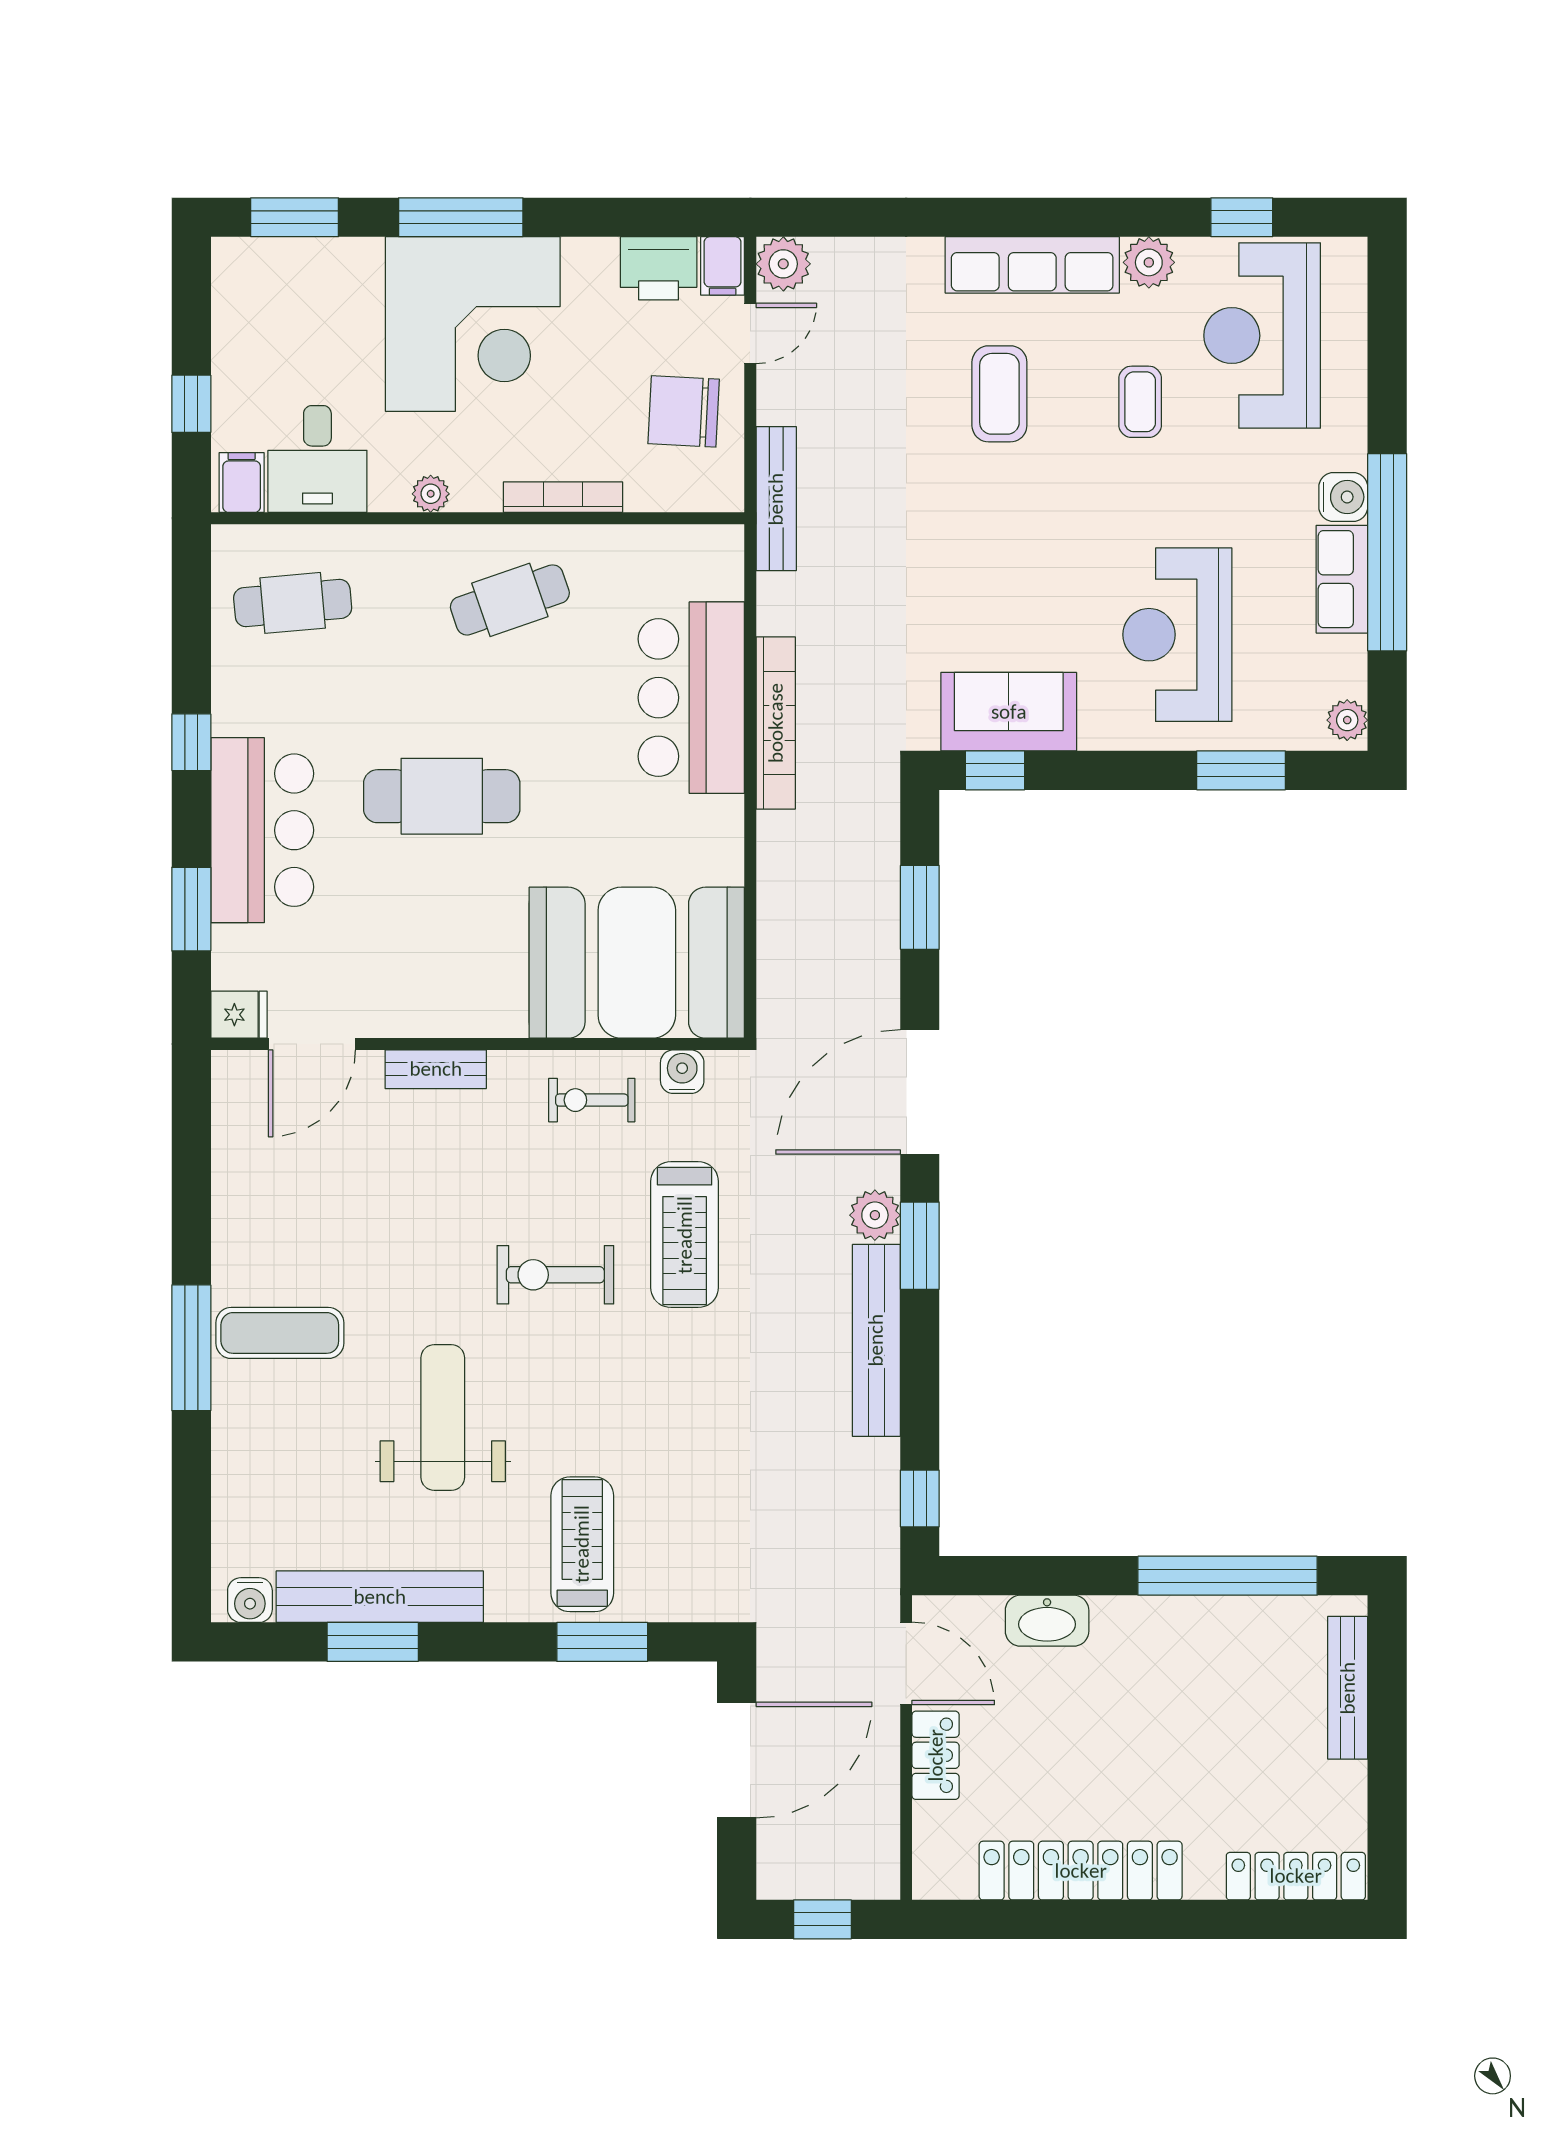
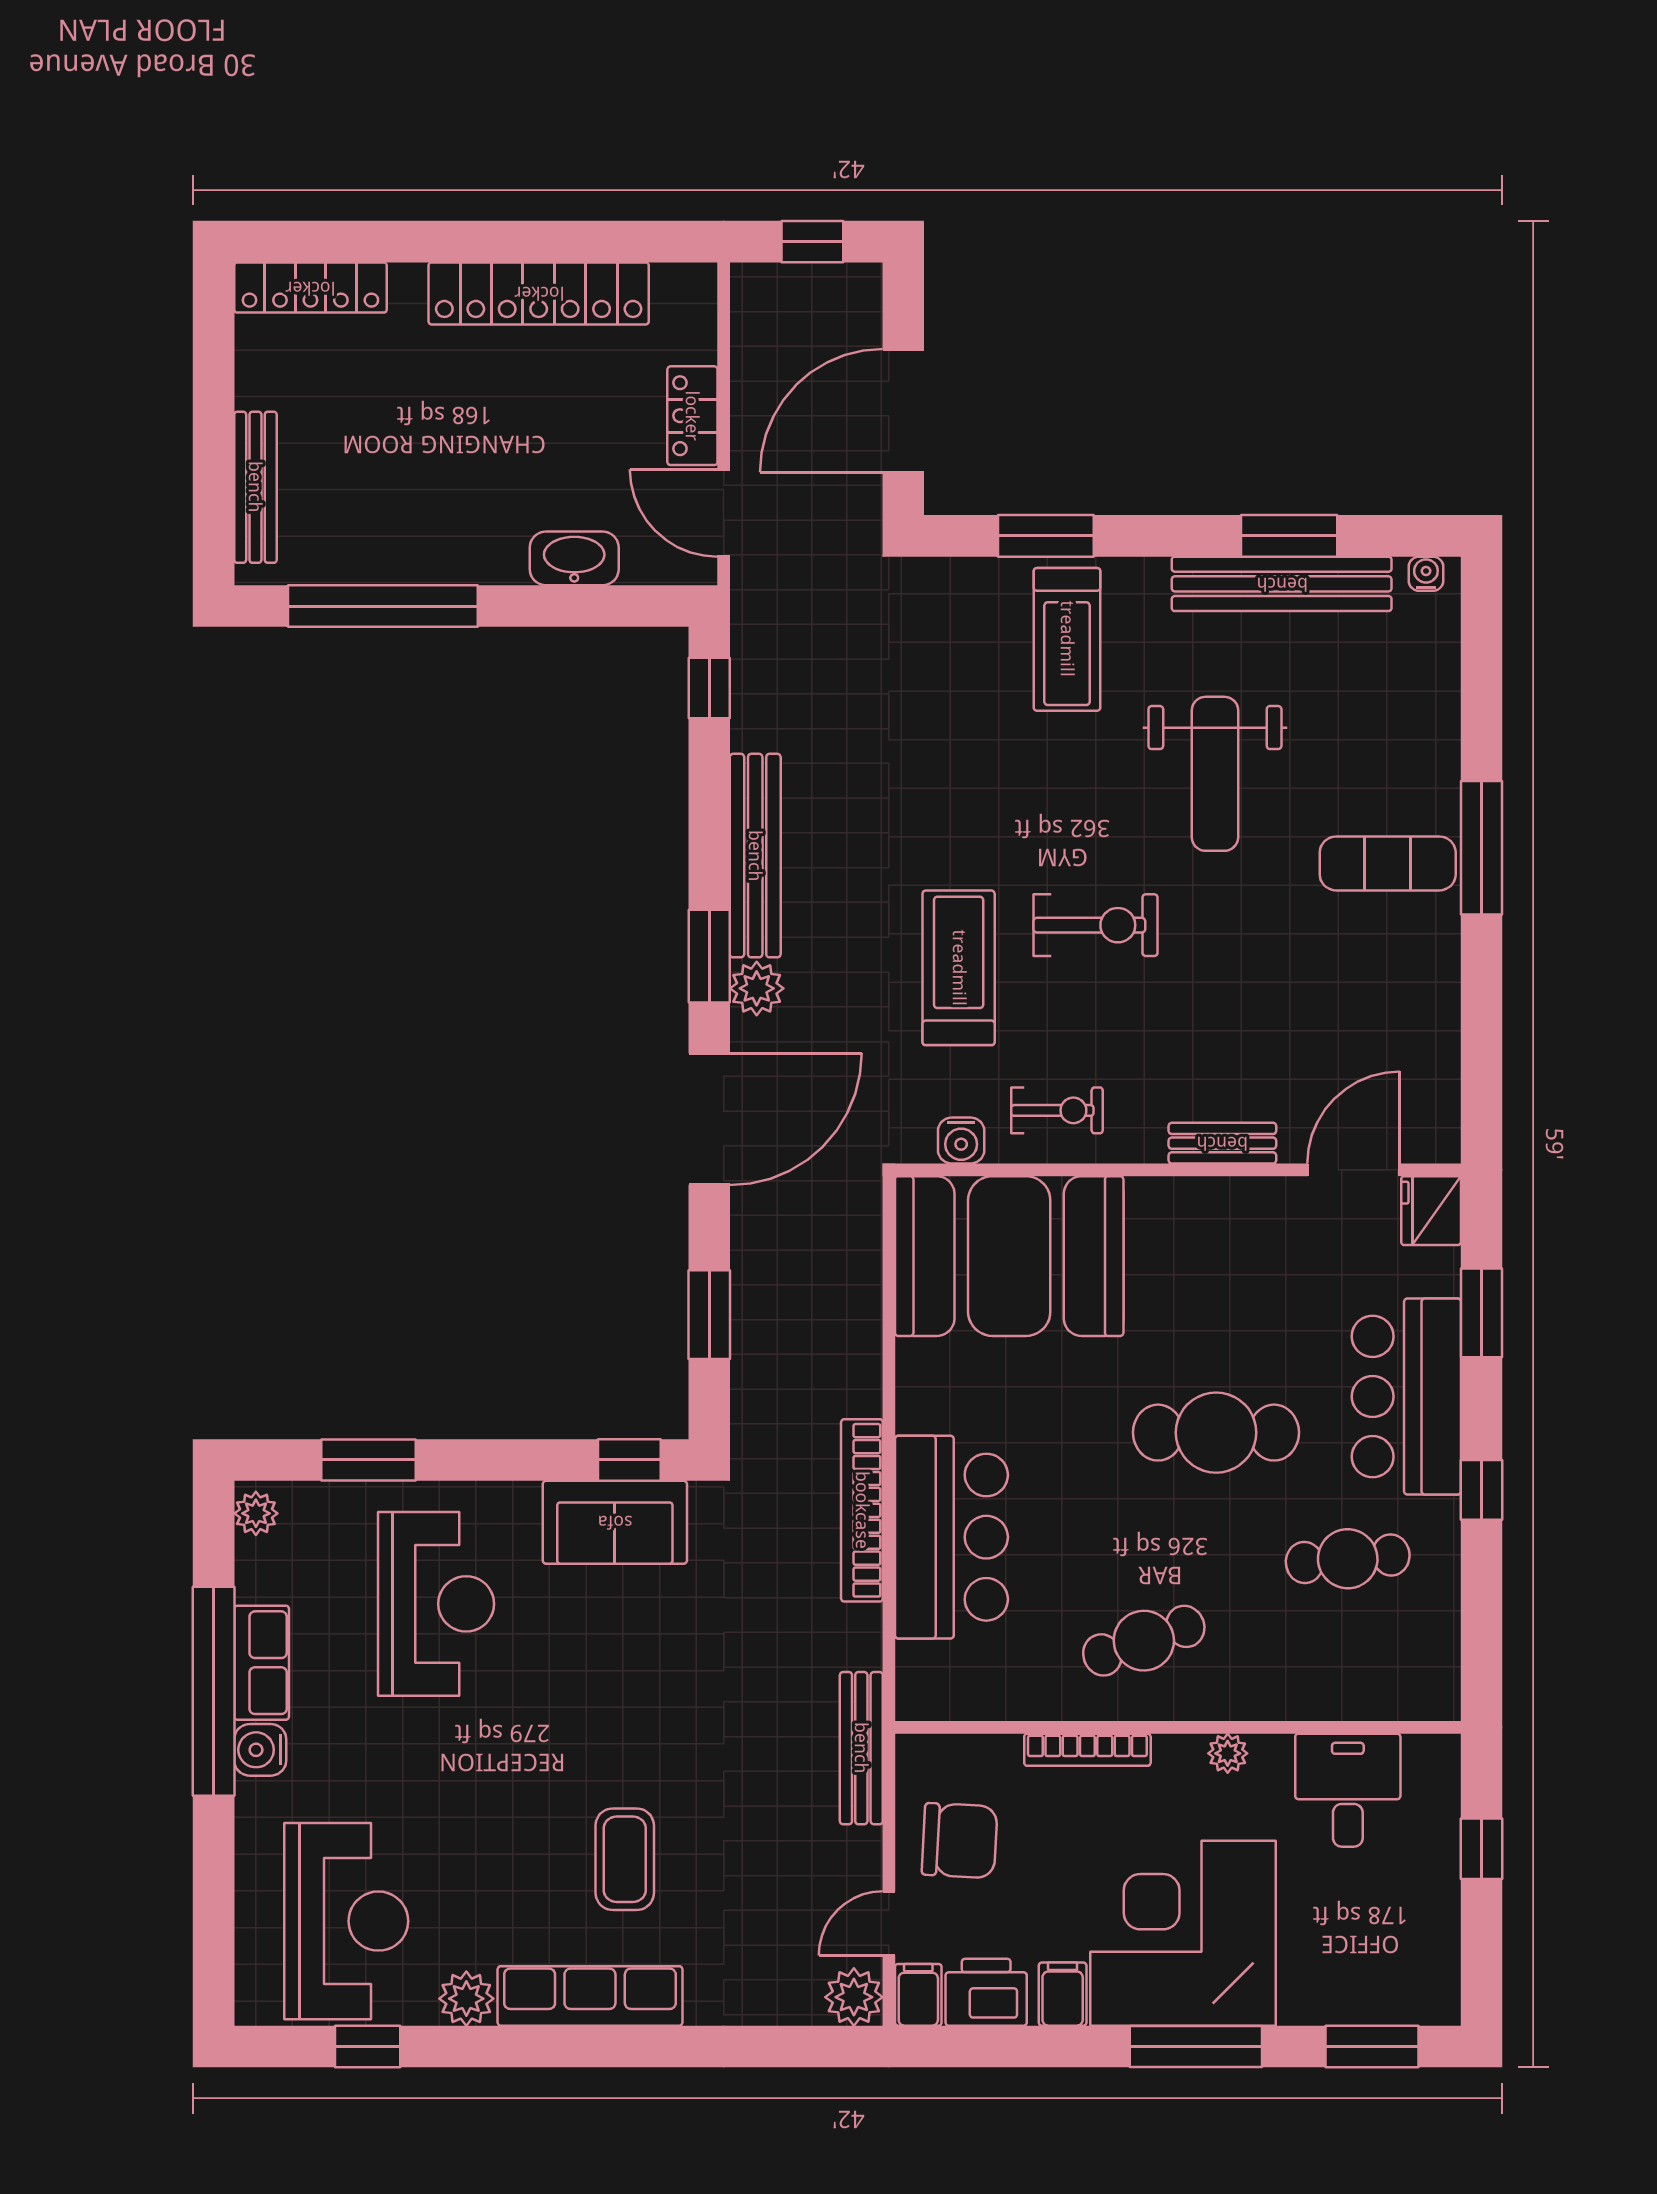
coffee table: (1140, 402) -> (476, 1851), removed
filing cabinet: (242, 482) -> (1063, 1994), moved, turned 180
cafe table: (293, 603) -> (1348, 1559), moved
fridge: (239, 1015) -> (1431, 1211), width x1.38
water cooler: (250, 1600) -> (1426, 574), width x0.72, depth x0.72

